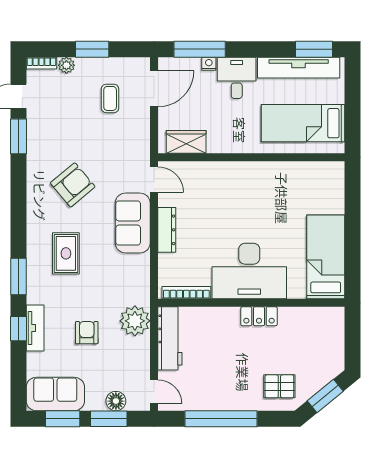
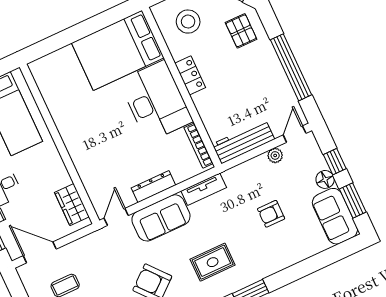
bed: (326, 257) -> (118, 50), width x1.50
plant: (135, 321) -> (275, 155), moved, width x0.53, depth x0.53
tv unit: (35, 328) -> (204, 189), moved, turned 180
window: (18, 329) -> (294, 273), removed
stool: (313, 339) -> (188, 22), added
floor lamp: (116, 401) -> (325, 179), moved
window: (109, 419) -> (335, 162), width x0.67

